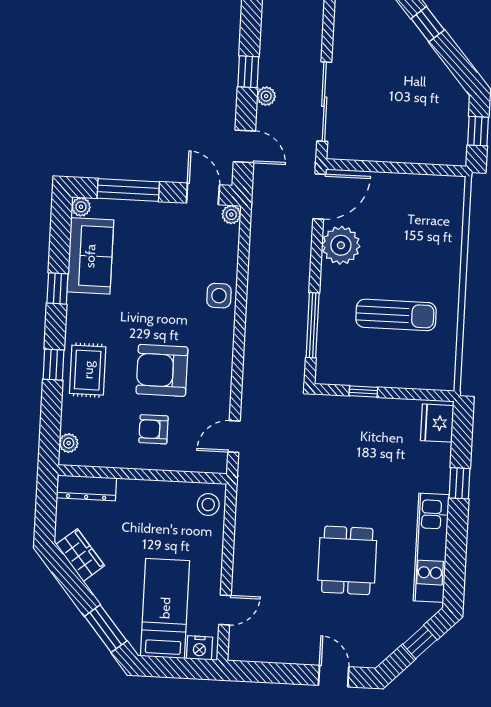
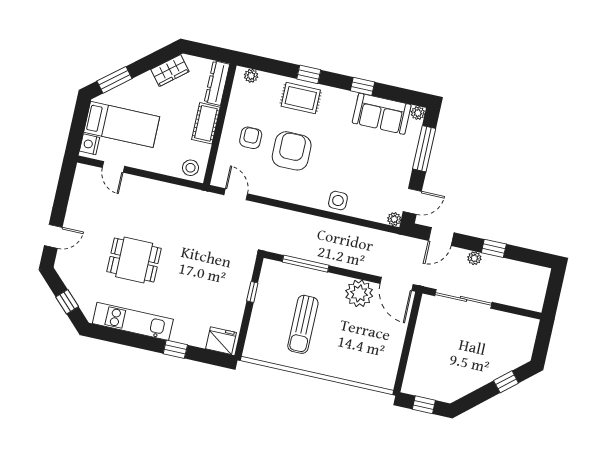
cot: (144, 494) -> (206, 123), added

